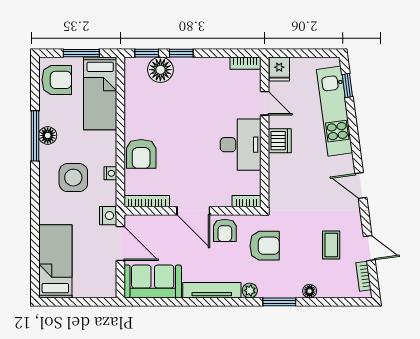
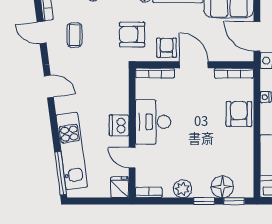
plant: (206, 67) -> (183, 189), added
window: (347, 85) -> (61, 173), width x2.17
bookcase: (246, 201) -> (155, 73), width x1.56

